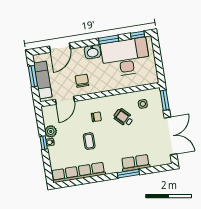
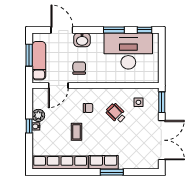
door: (60, 48) -> (62, 30), swing flipped
washbasin: (93, 52) -> (82, 40), moved
row of seats: (135, 163) -> (104, 162), moved

